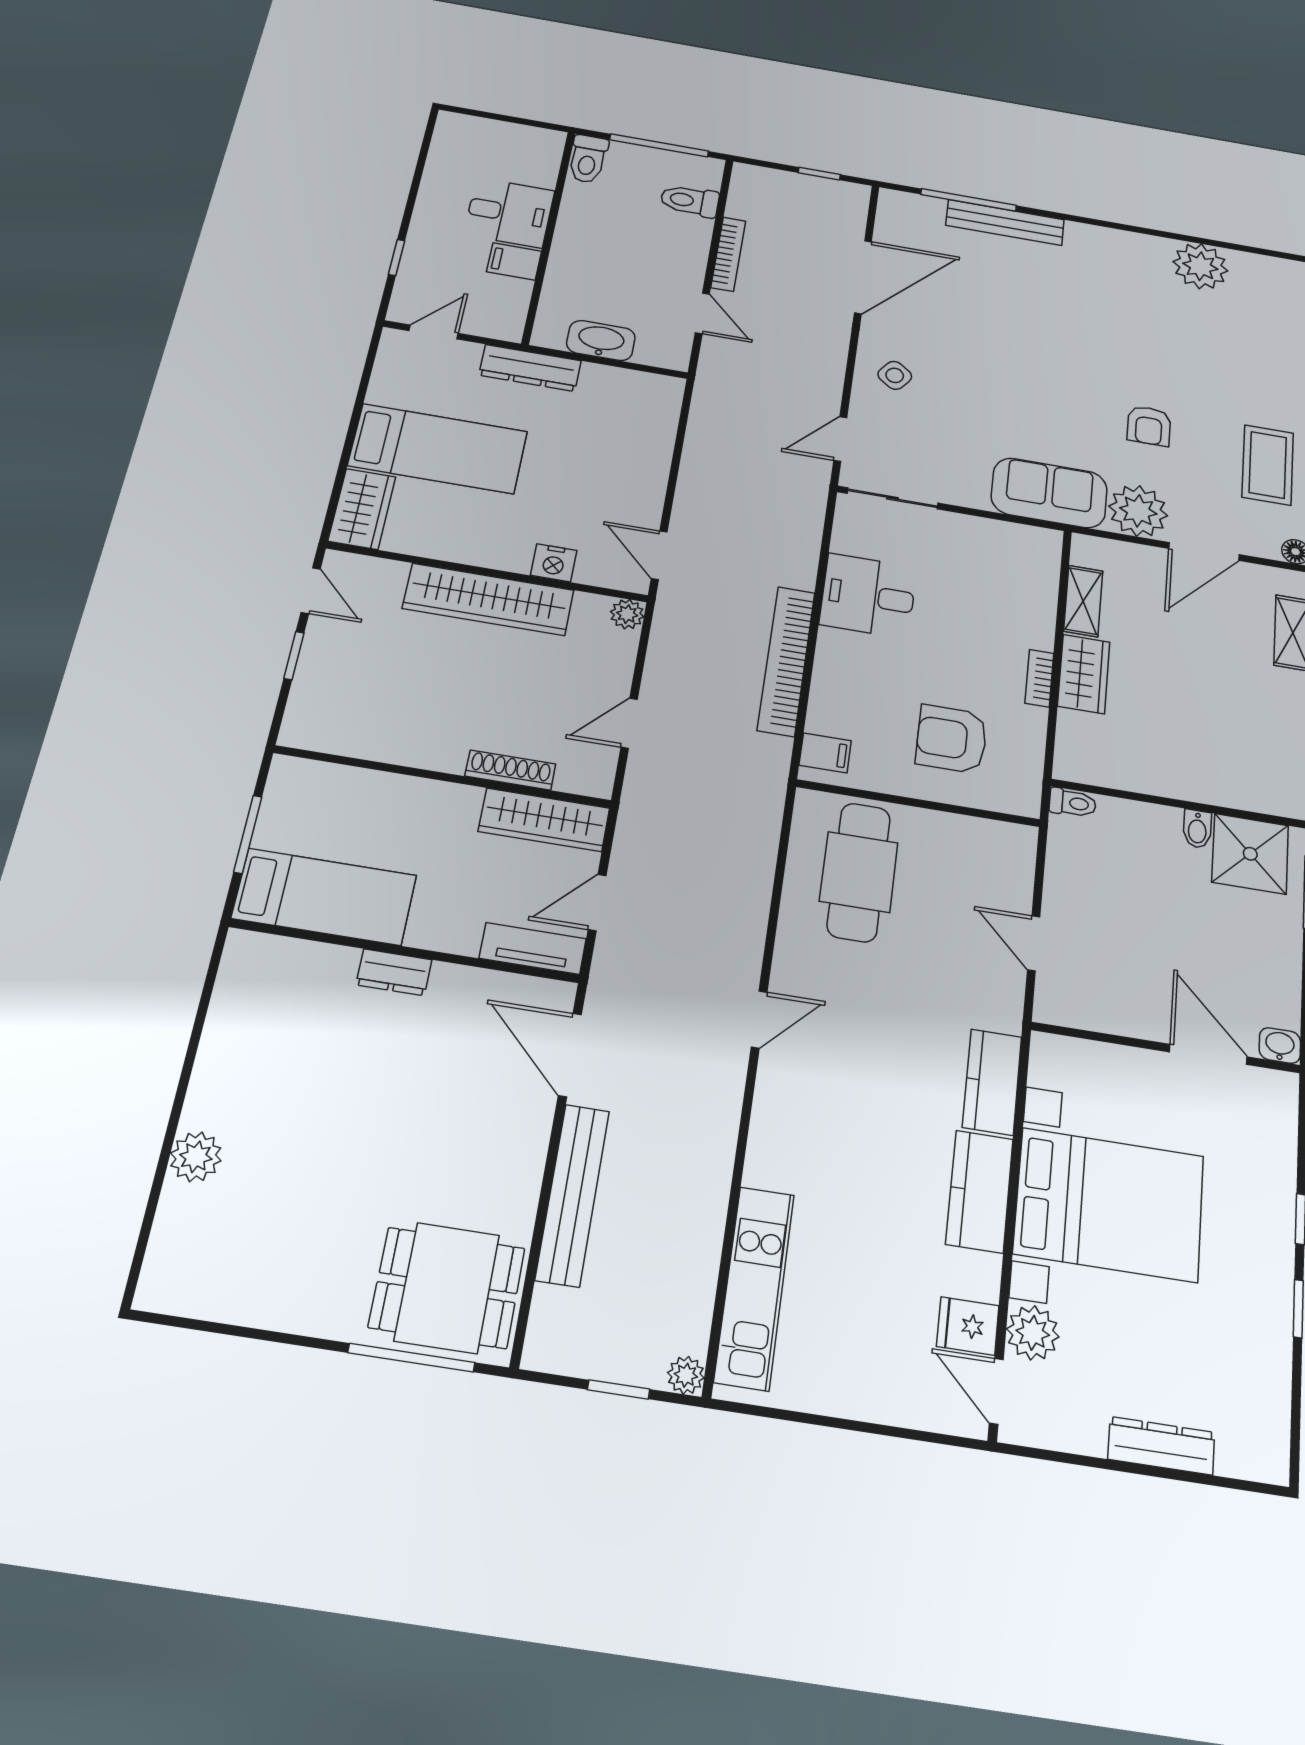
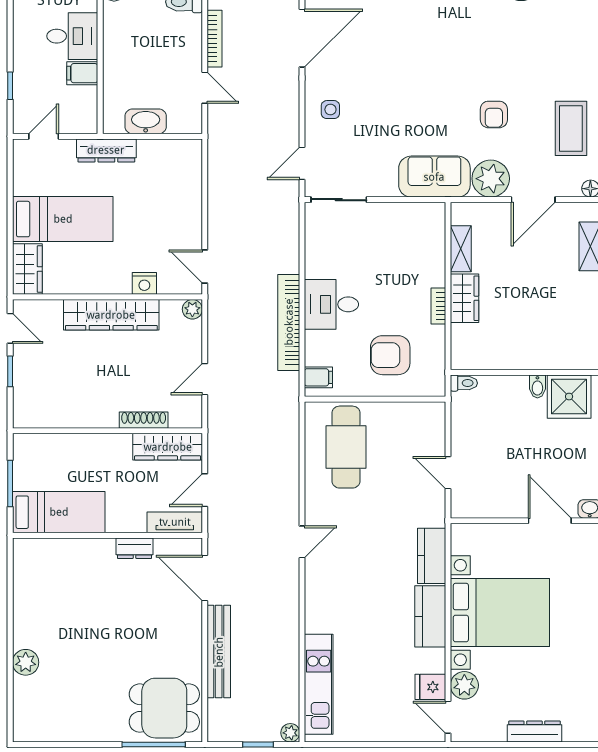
side table: (895, 375) -> (330, 110), turned -37
desk: (868, 596) -> (331, 304), moved
dresser: (394, 972) -> (135, 548), moved

